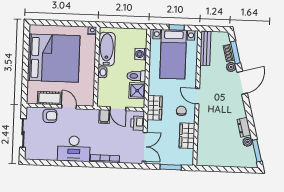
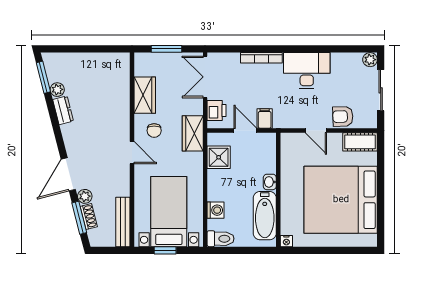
toilet: (136, 76) -> (221, 239), moved
cot: (50, 98) -> (360, 142), moved
plant: (30, 155) -> (370, 60), added

